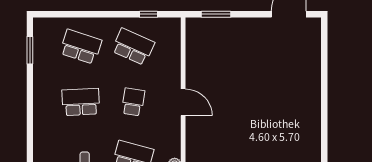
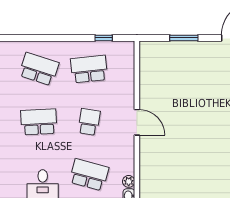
window: (216, 14) -> (184, 38), moved
school desk: (133, 47) -> (89, 69), turned -30

